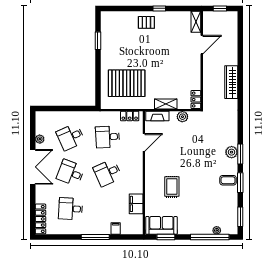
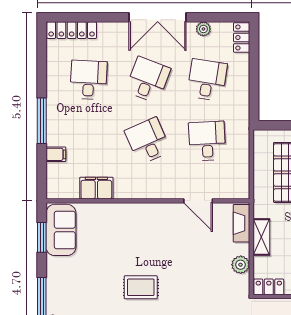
locker: (130, 116) -> (242, 37), moved
desk: (71, 137) -> (207, 80), turned 33
rug: (172, 187) -> (141, 287), moved

